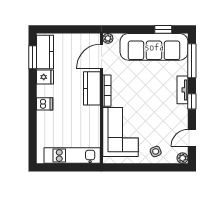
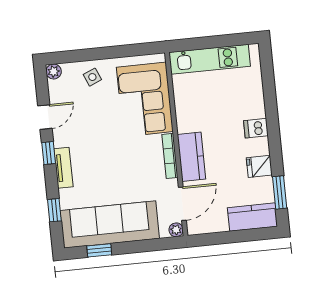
kitchen counter: (45, 52) -> (252, 217), moved, turned 90
window: (192, 61) -> (54, 210), width x0.46
door: (192, 138) -> (45, 117), moved

